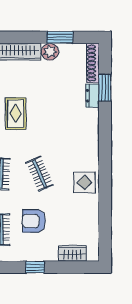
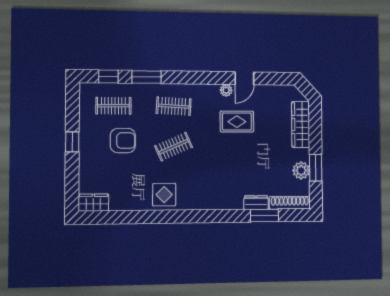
plant: (50, 52) -> (301, 170), moved
armchair: (34, 221) -> (123, 141), turned 90
wardrobe: (72, 253) -> (93, 203), moved, turned -90

